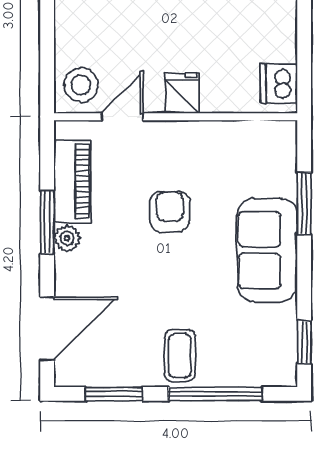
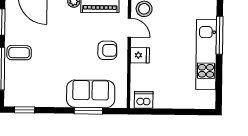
armchair: (170, 211) -> (107, 50), moved
sofa: (267, 250) -> (91, 94), moved

